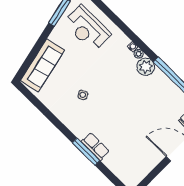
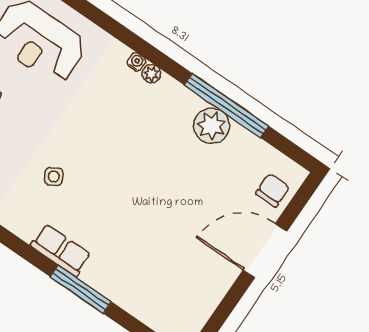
plant: (146, 67) -> (211, 126), moved
row of seats: (95, 146) -> (61, 250), moved

